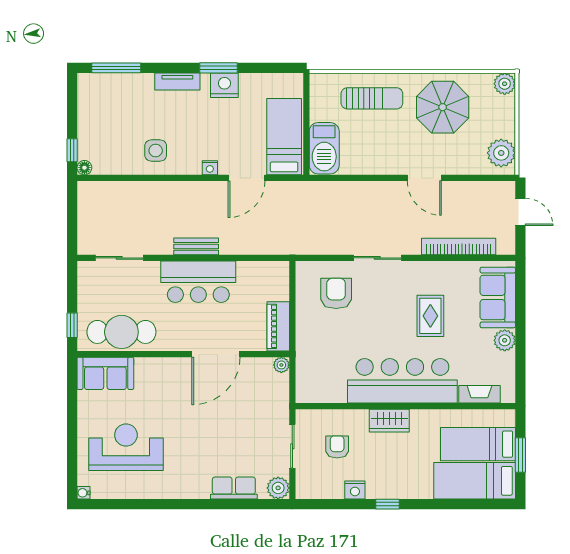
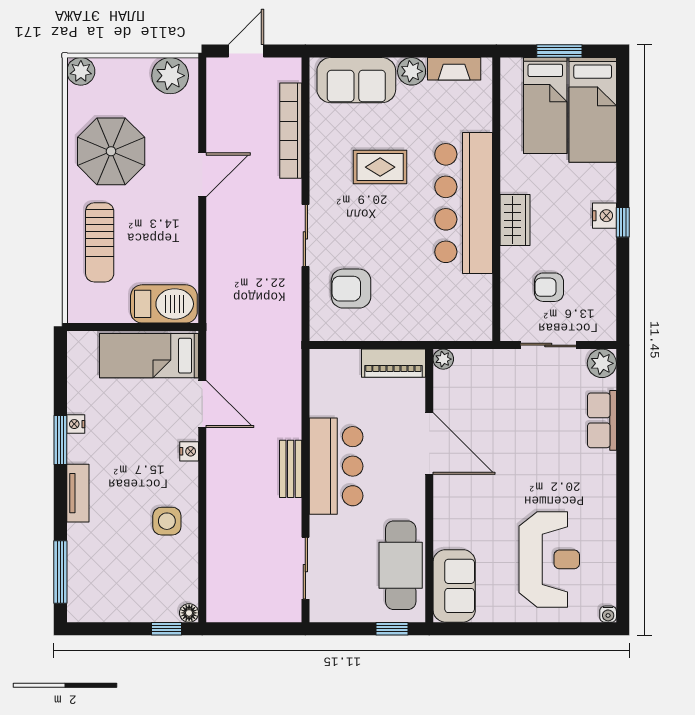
nightstand: (224, 85) -> (76, 424), width x0.53, depth x0.56
sun lounger: (372, 98) -> (100, 242), turned 180
fireplace: (479, 394) -> (454, 69), moved, turned -90
reception desk: (126, 447) -> (549, 559), turned 180
nightstand: (355, 490) -> (604, 216), moved

